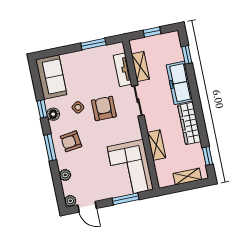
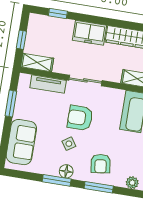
shelving: (140, 67) -> (37, 62), moved
sofa: (51, 77) -> (21, 142), moved, turned 90
freezer: (179, 83) -> (89, 33), width x0.71
window: (42, 109) -> (57, 180), width x1.50

